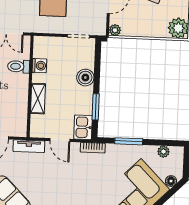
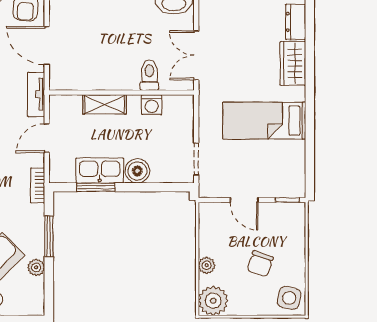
plant: (115, 30) -> (207, 265), moved
kitchen sink: (83, 127) -> (100, 170), moved, width x1.38
plant: (163, 152) -> (36, 267), moved

